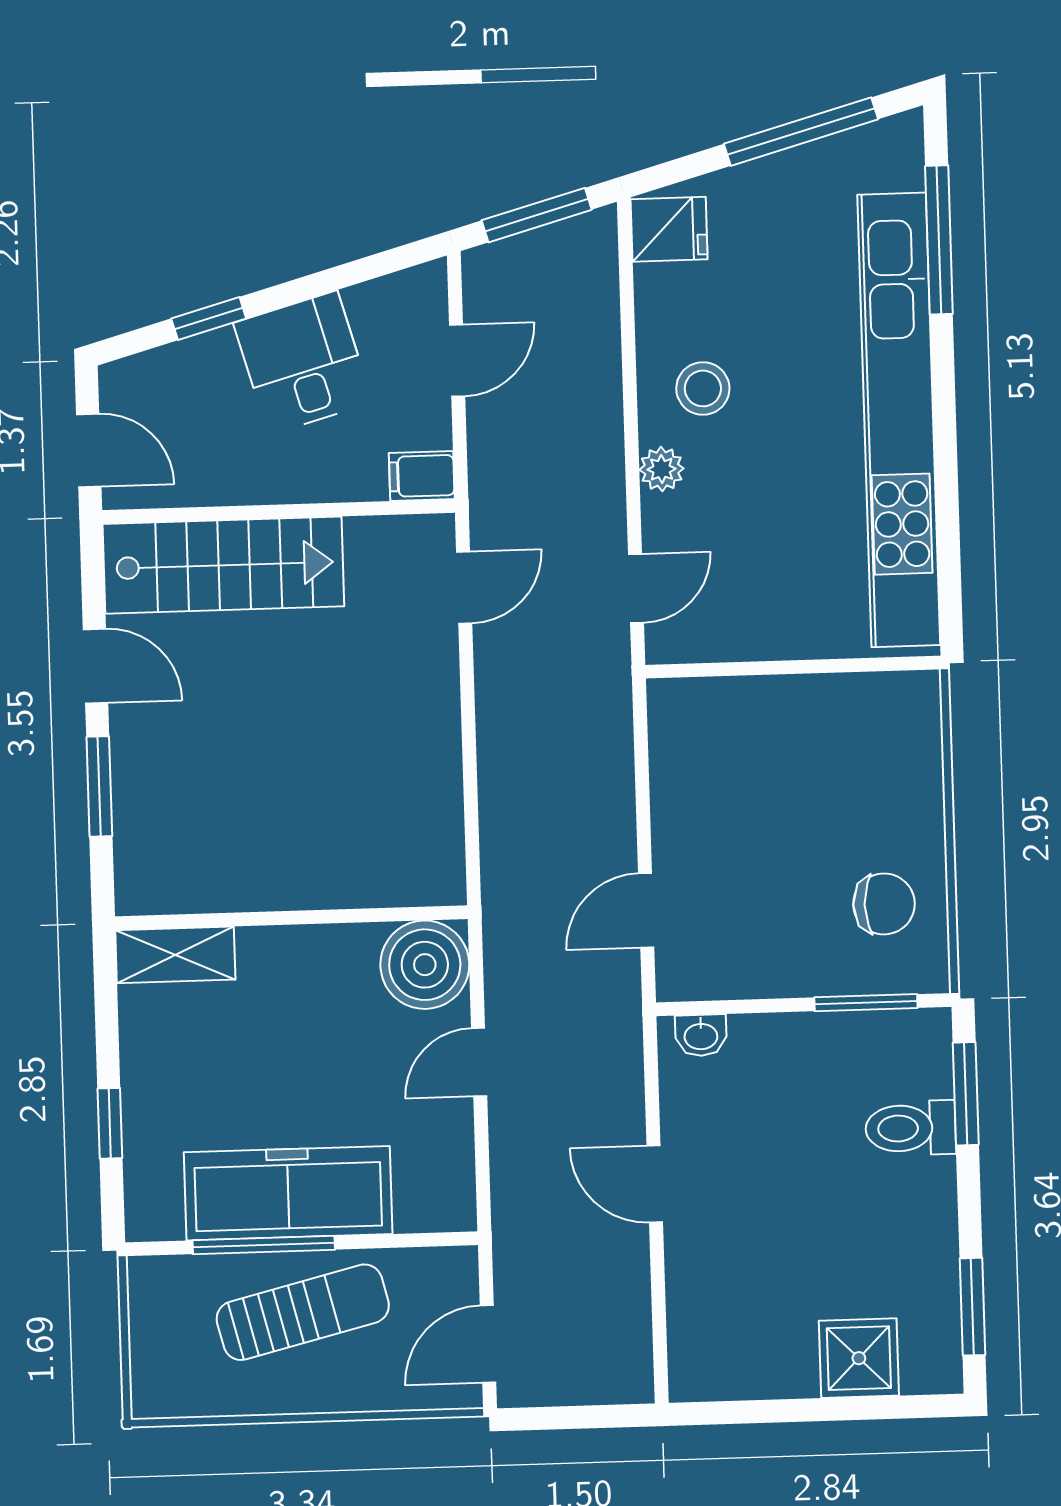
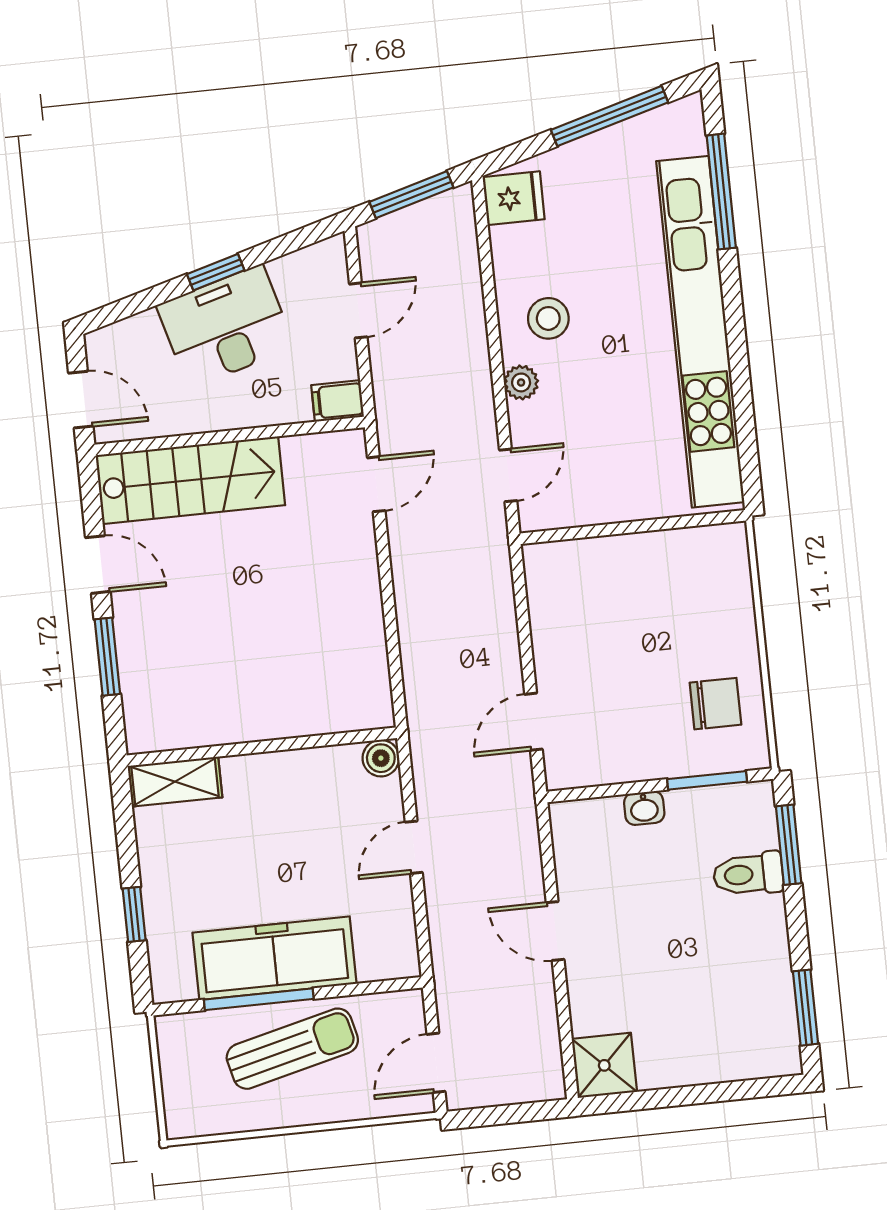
window: (209, 319) -> (216, 272), moved
desk: (303, 363) -> (226, 326), width x1.37
boiler: (425, 965) -> (381, 758), width x0.54, depth x0.54
washbasin: (701, 1035) -> (644, 808), moved
shower: (859, 1358) -> (604, 1065), moved

